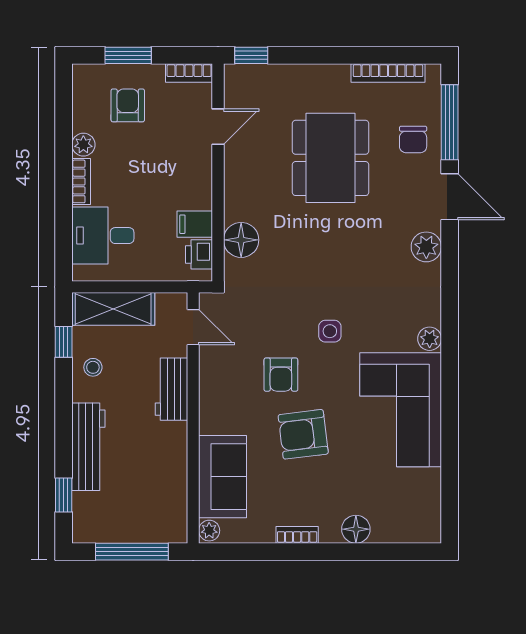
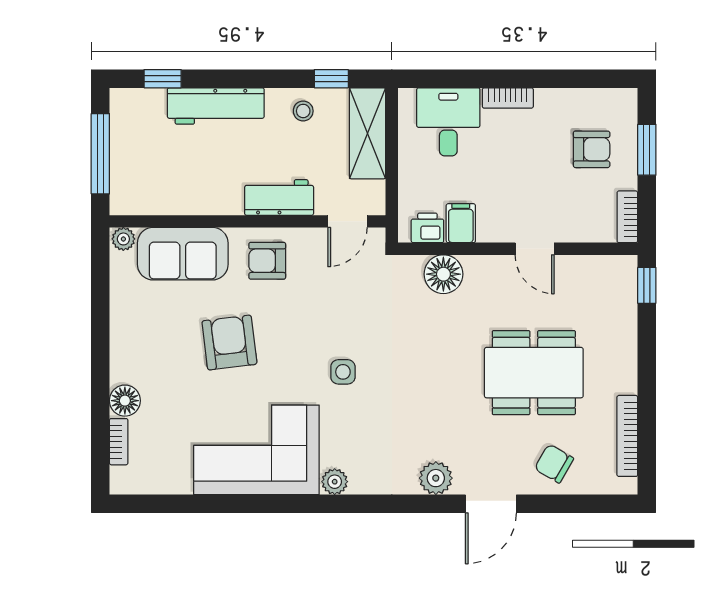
window: (450, 122) -> (573, 504), removed
door: (218, 127) -> (535, 249), moved
chair: (413, 140) -> (554, 464), turned 30
plant: (83, 145) -> (548, 100), removed
armchair: (281, 375) -> (267, 261), moved
bookcase: (297, 535) -> (119, 442), moved

